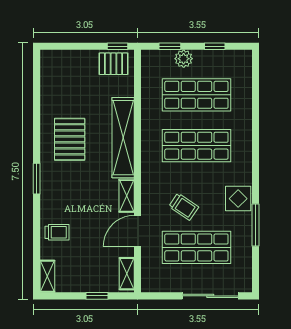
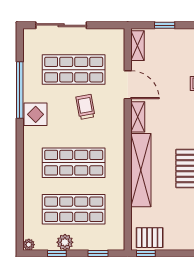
plant: (246, 56) -> (29, 245), added
plant: (184, 59) -> (65, 242), moved
trolley: (184, 207) -> (85, 107), turned 46
window: (255, 225) -> (20, 90), width x1.46
door: (137, 231) -> (128, 85), hinge flipped

